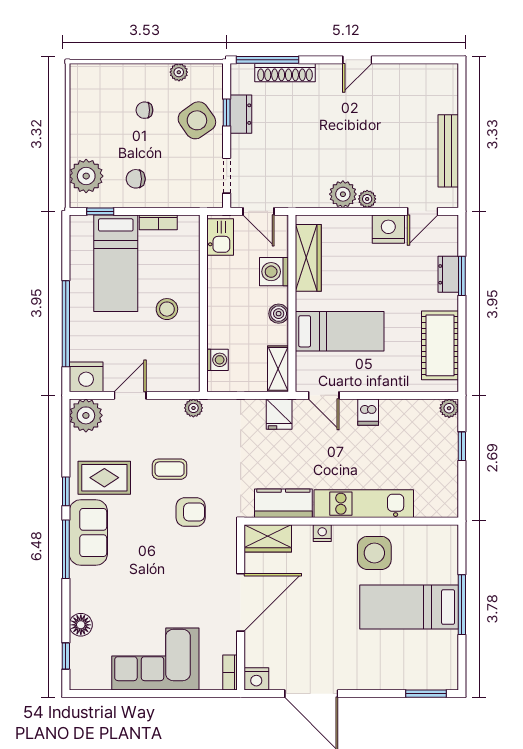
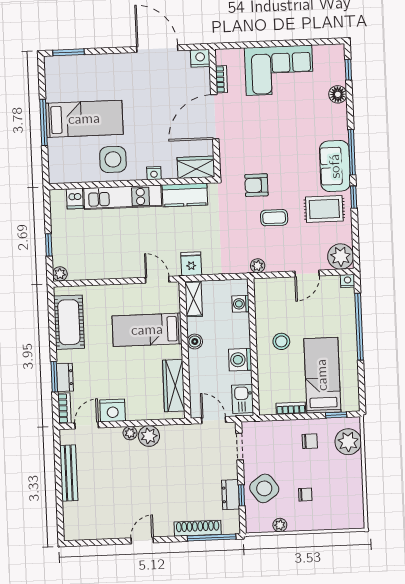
bookcase: (450, 235) -> (64, 408), added
washing machine: (274, 272) -> (240, 360), moved, turned 180
nightstand: (86, 377) -> (348, 281), width x0.53, depth x0.56
dishwasher: (368, 412) -> (75, 199), moved, turned 180
bookcase: (230, 672) -> (221, 79), moved

